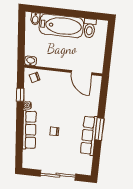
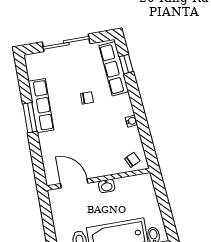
washbasin: (31, 61) -> (107, 186), moved
window: (20, 95) -> (126, 64), moved
row of seats: (29, 130) -> (114, 69), moved

